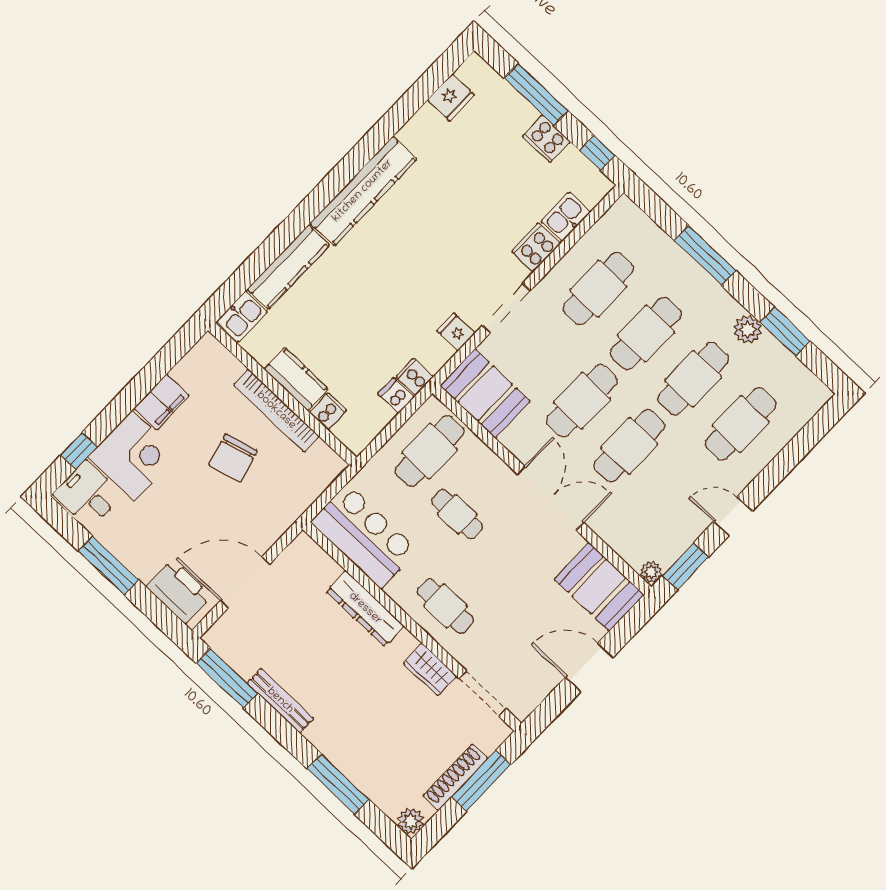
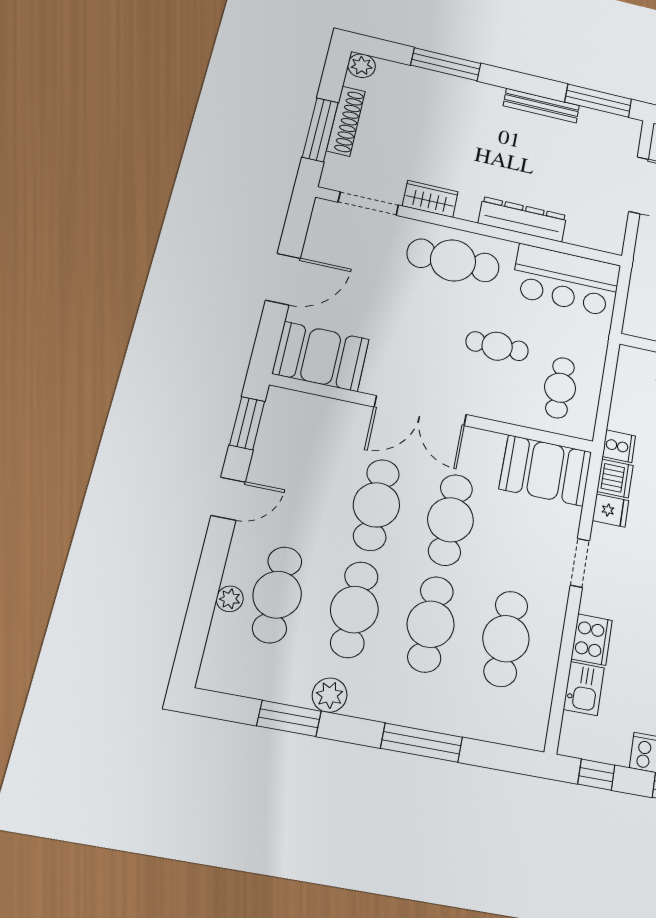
doorway: (506, 308) -> (580, 563), width x0.73
dishwasher: (396, 395) -> (615, 478), moved, width x1.38
cafe table: (430, 451) -> (560, 388), width x0.73, depth x0.74
plant: (651, 572) -> (230, 599), moved
cafe table: (445, 606) -> (453, 260), width x1.37, depth x1.35

